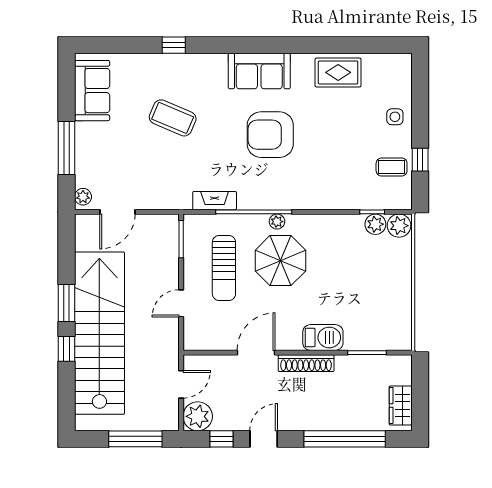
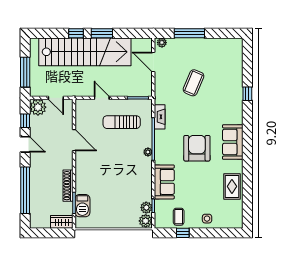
sofa: (92, 91) -> (164, 182), moved, turned -90
coffee table: (173, 118) -> (194, 83), moved
parasol: (280, 261) -> (126, 154), removed
barbecue: (323, 337) -> (82, 206), moved
shoe rack: (306, 363) -> (68, 186), moved
wardrobe: (401, 405) -> (62, 222), moved

